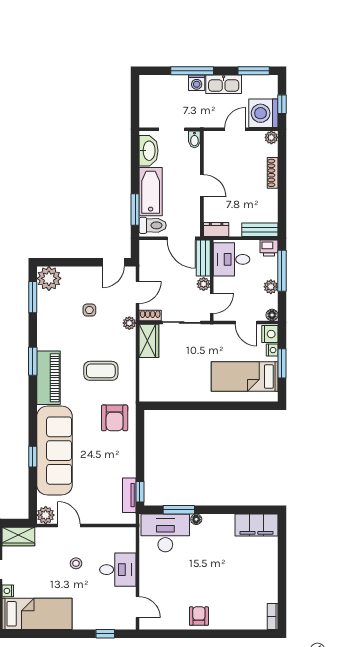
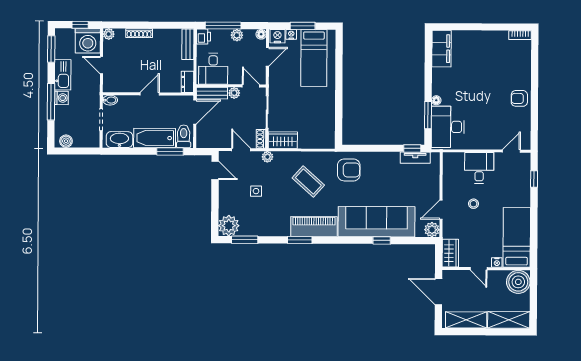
boiler: (146, 88) -> (66, 141), added
coffee table: (101, 371) -> (308, 182), turned -48

